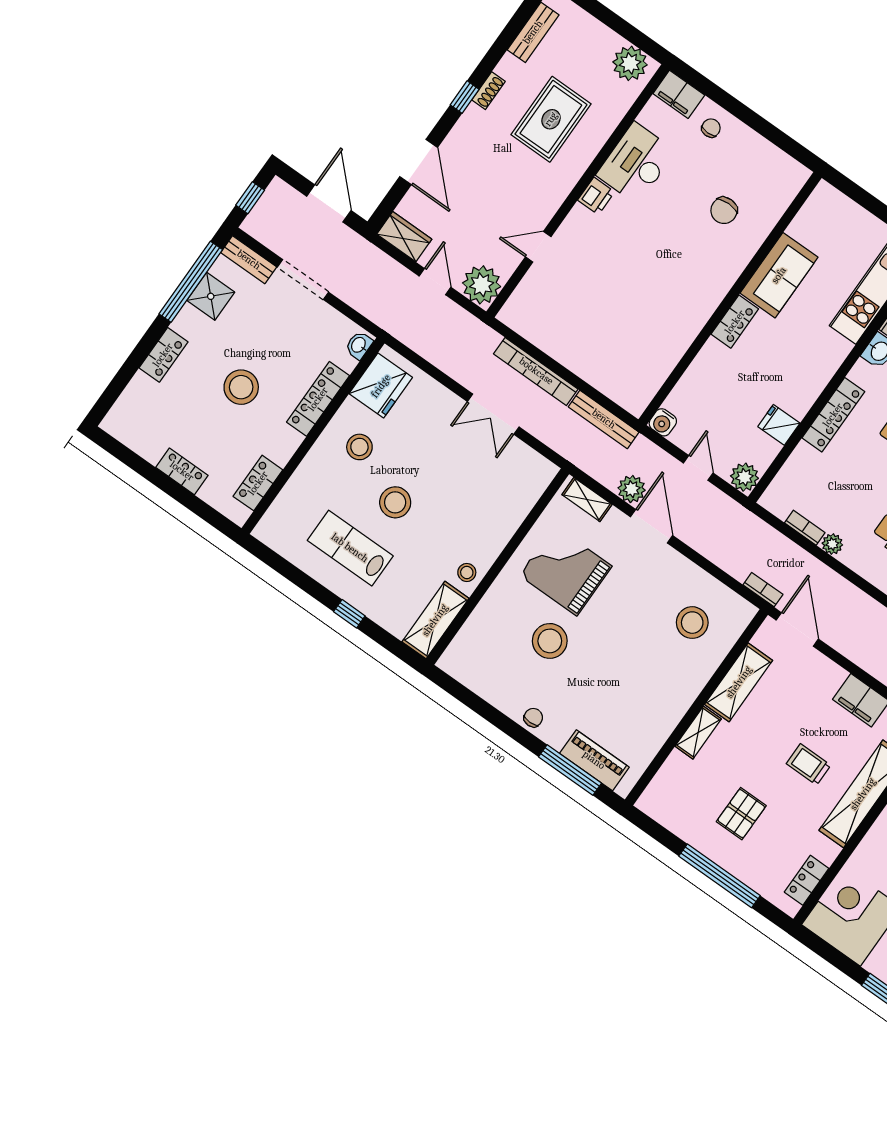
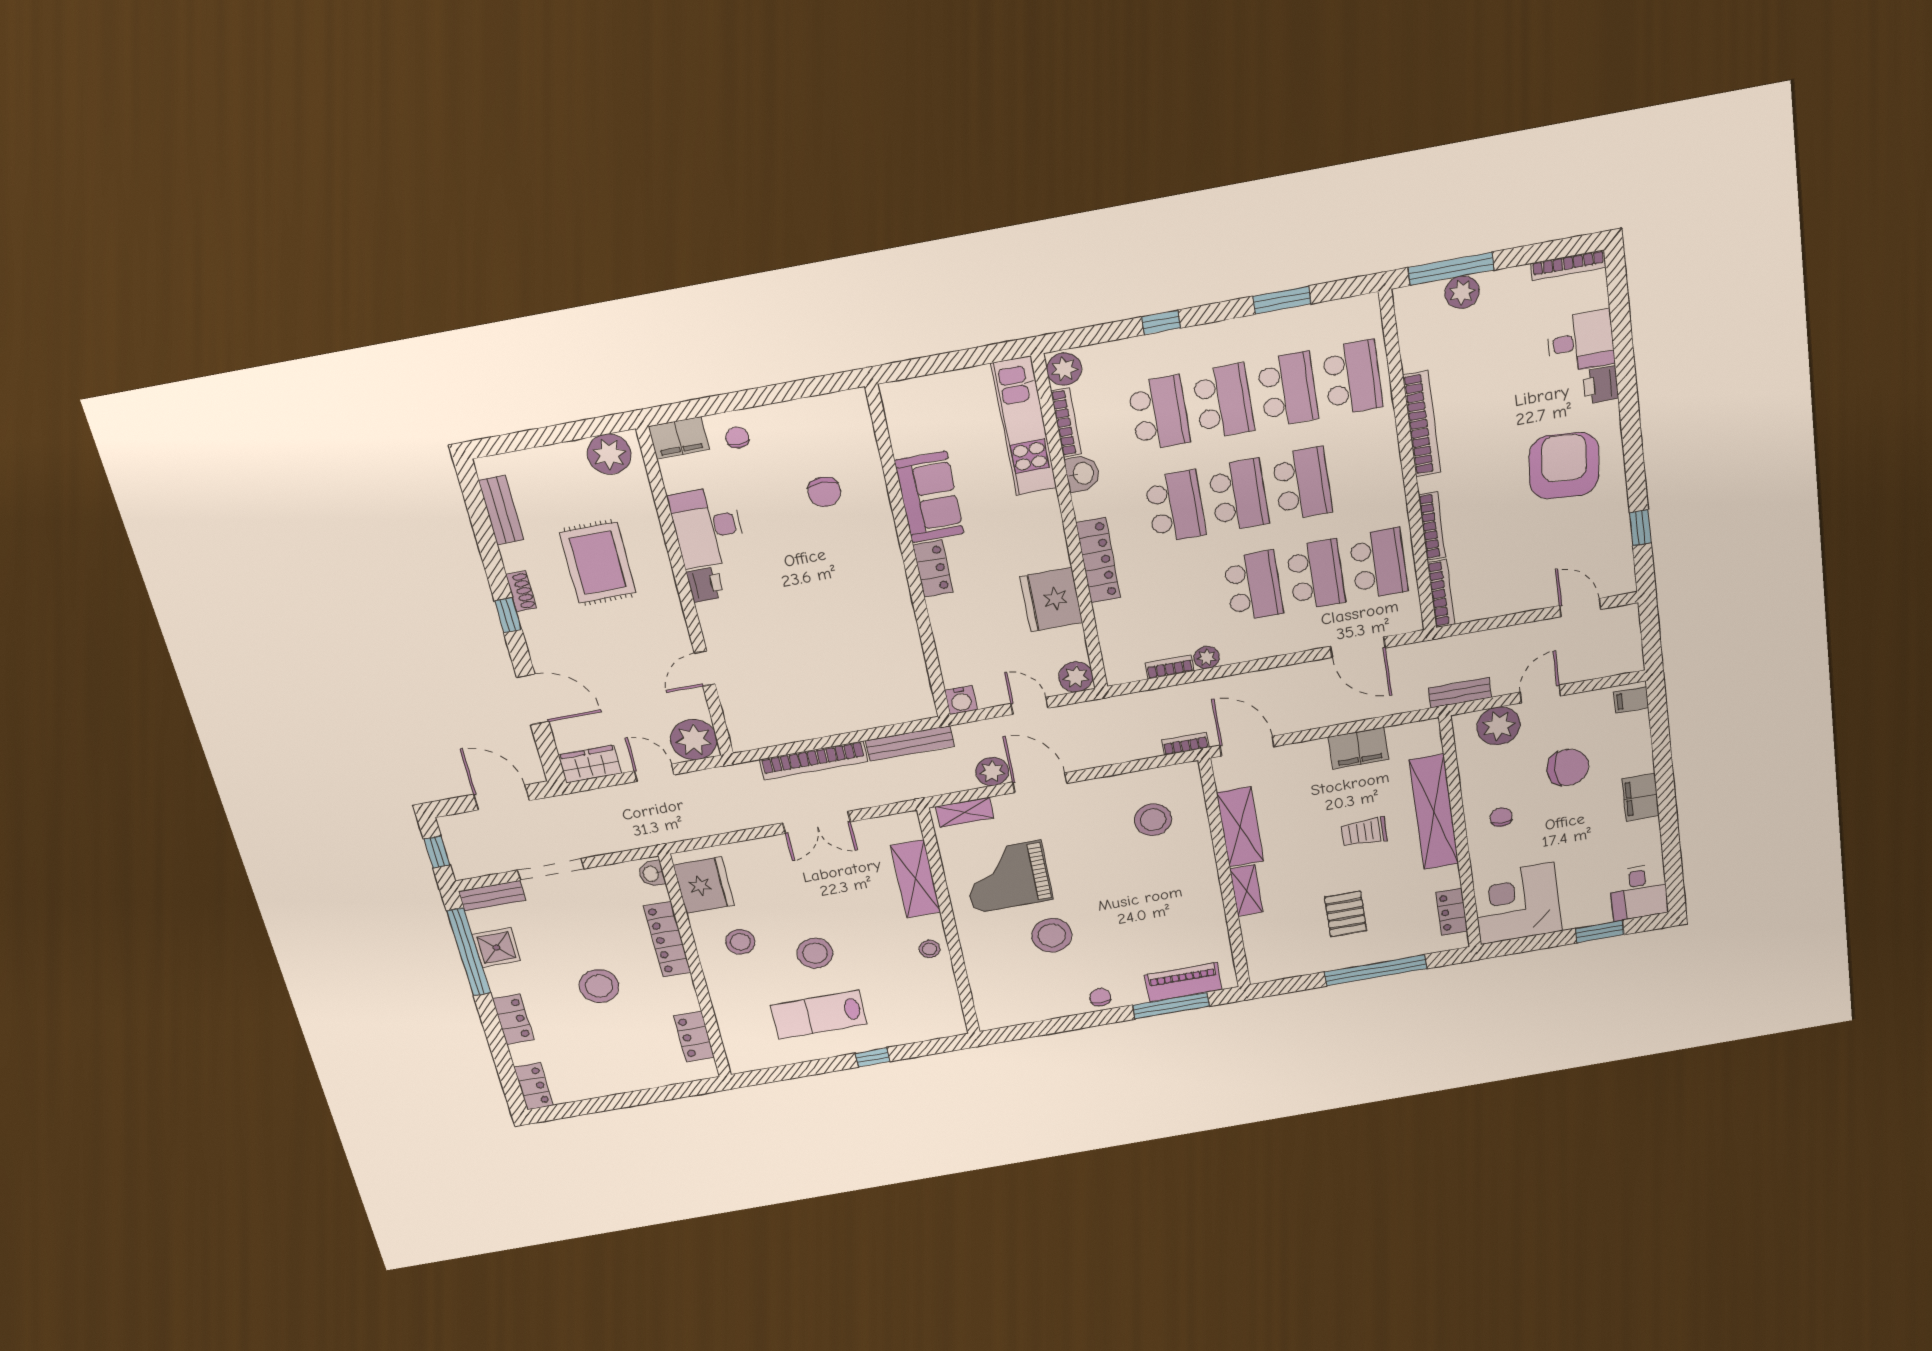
fridge: (779, 425) -> (1051, 600), width x1.88, depth x1.34
locker: (182, 471) -> (534, 1086), moved, turned 90
shelving: (435, 620) -> (916, 879), moved

